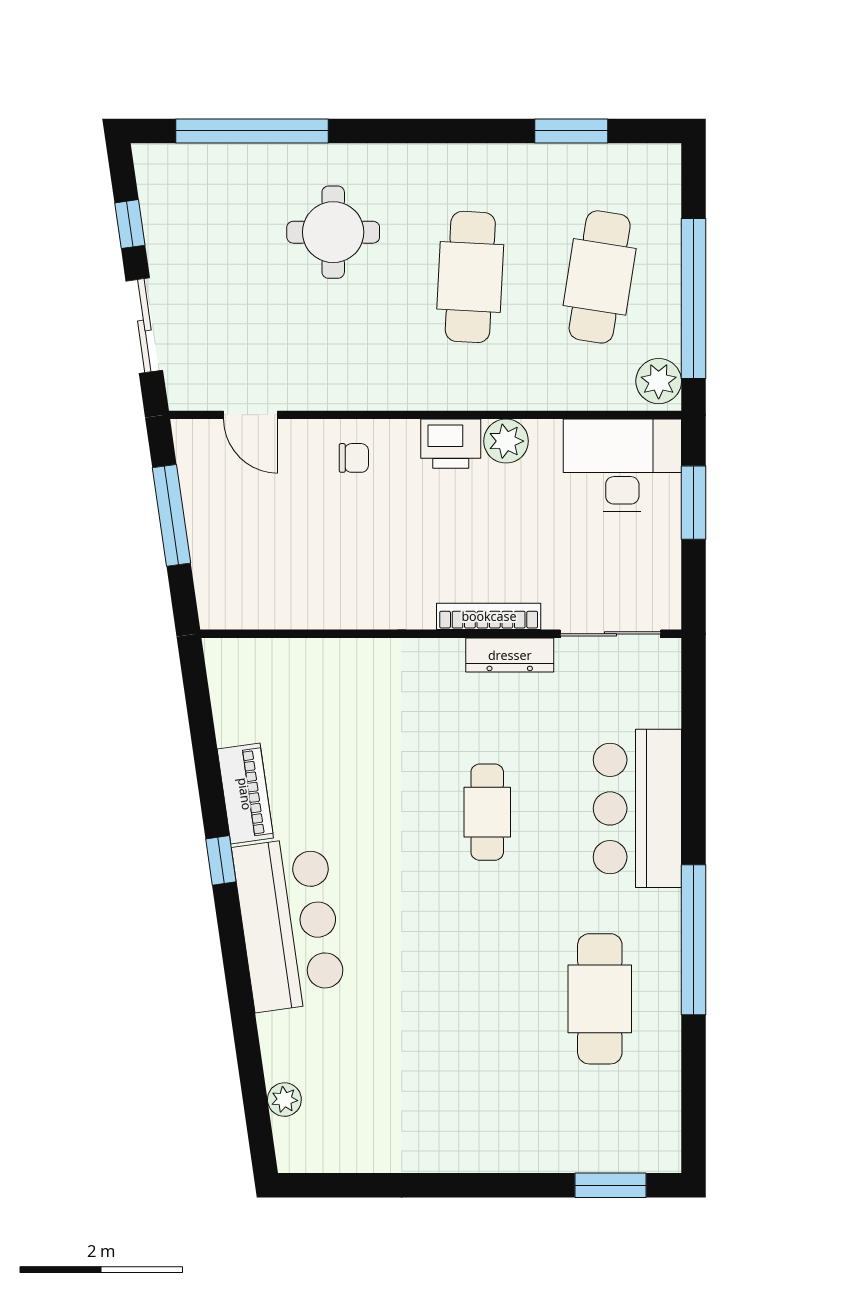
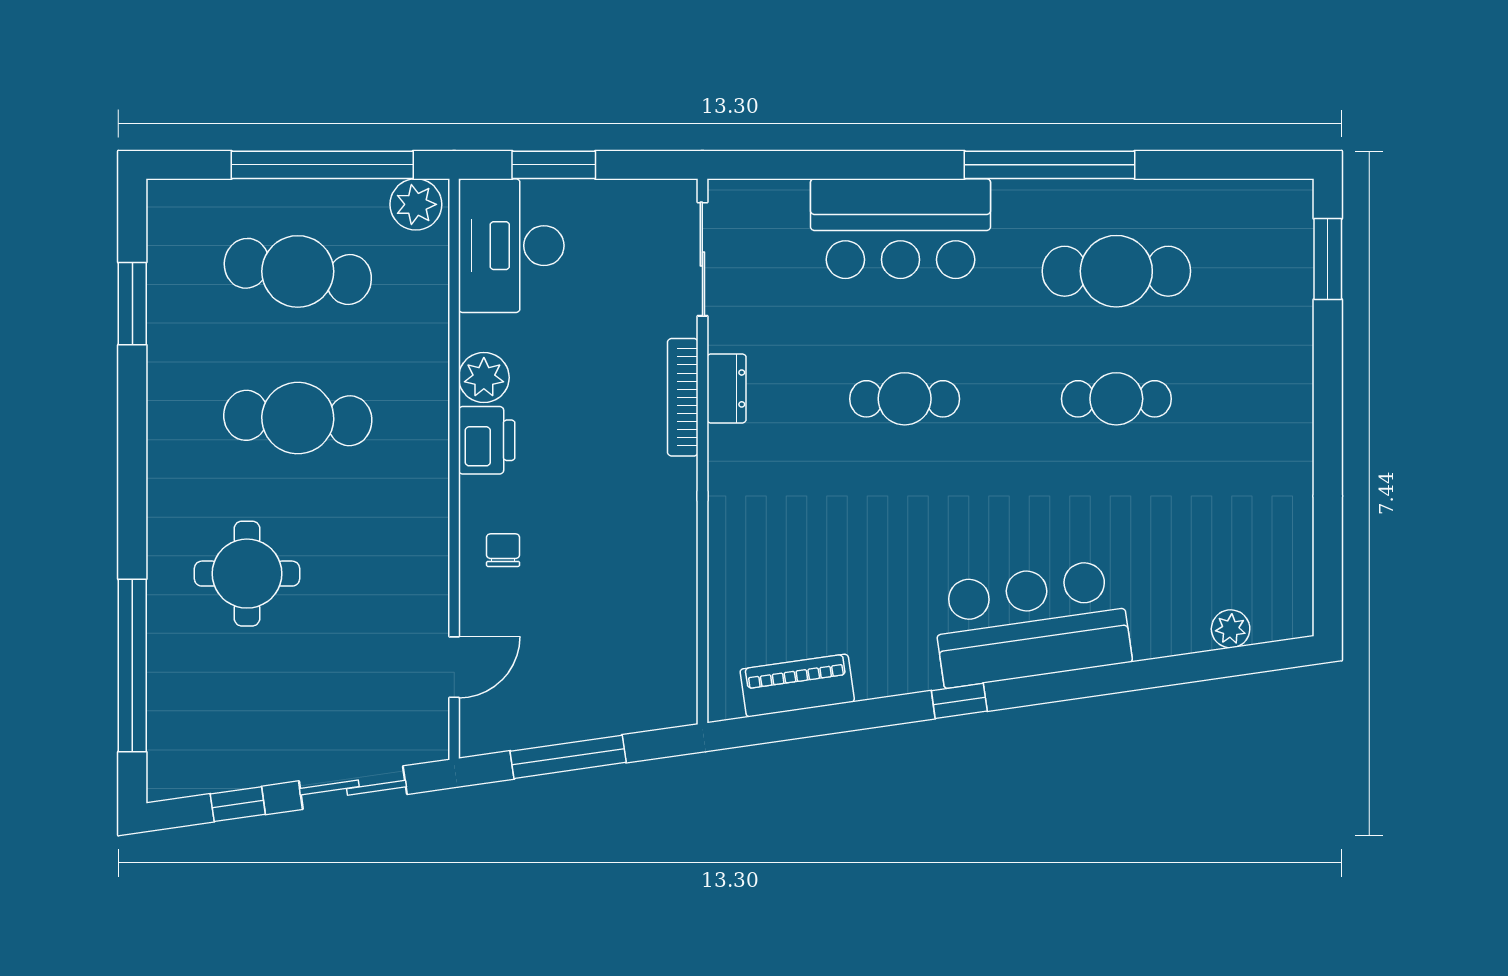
dresser: (510, 655) -> (727, 388), width x0.70
piano: (245, 794) -> (797, 685), moved
cafe table: (487, 999) -> (1116, 399), added

